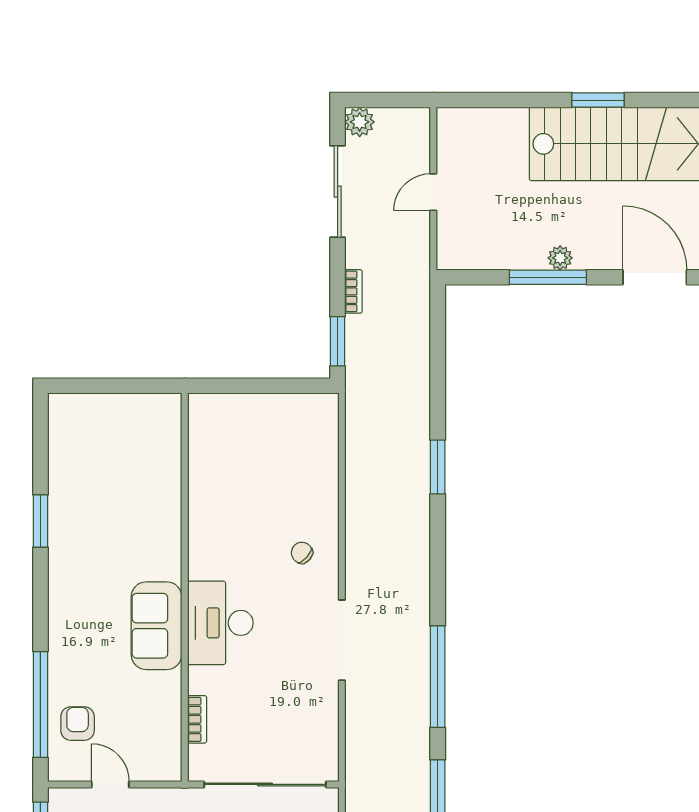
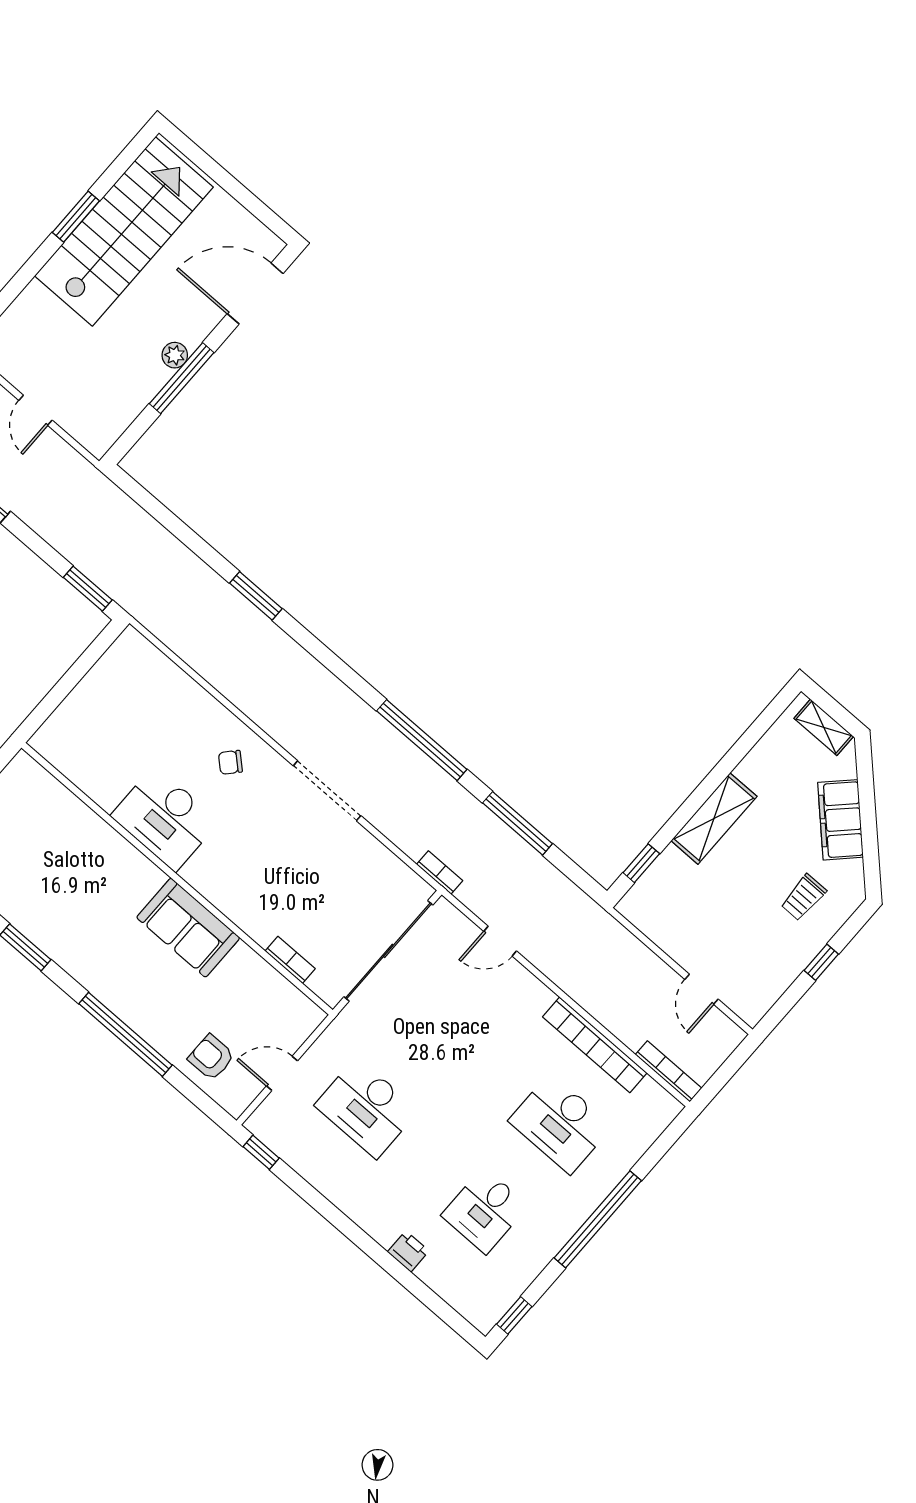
bookcase: (353, 291) -> (440, 873), moved
desk: (220, 623) -> (165, 819), moved
window: (40, 705) -> (126, 1034), moved

